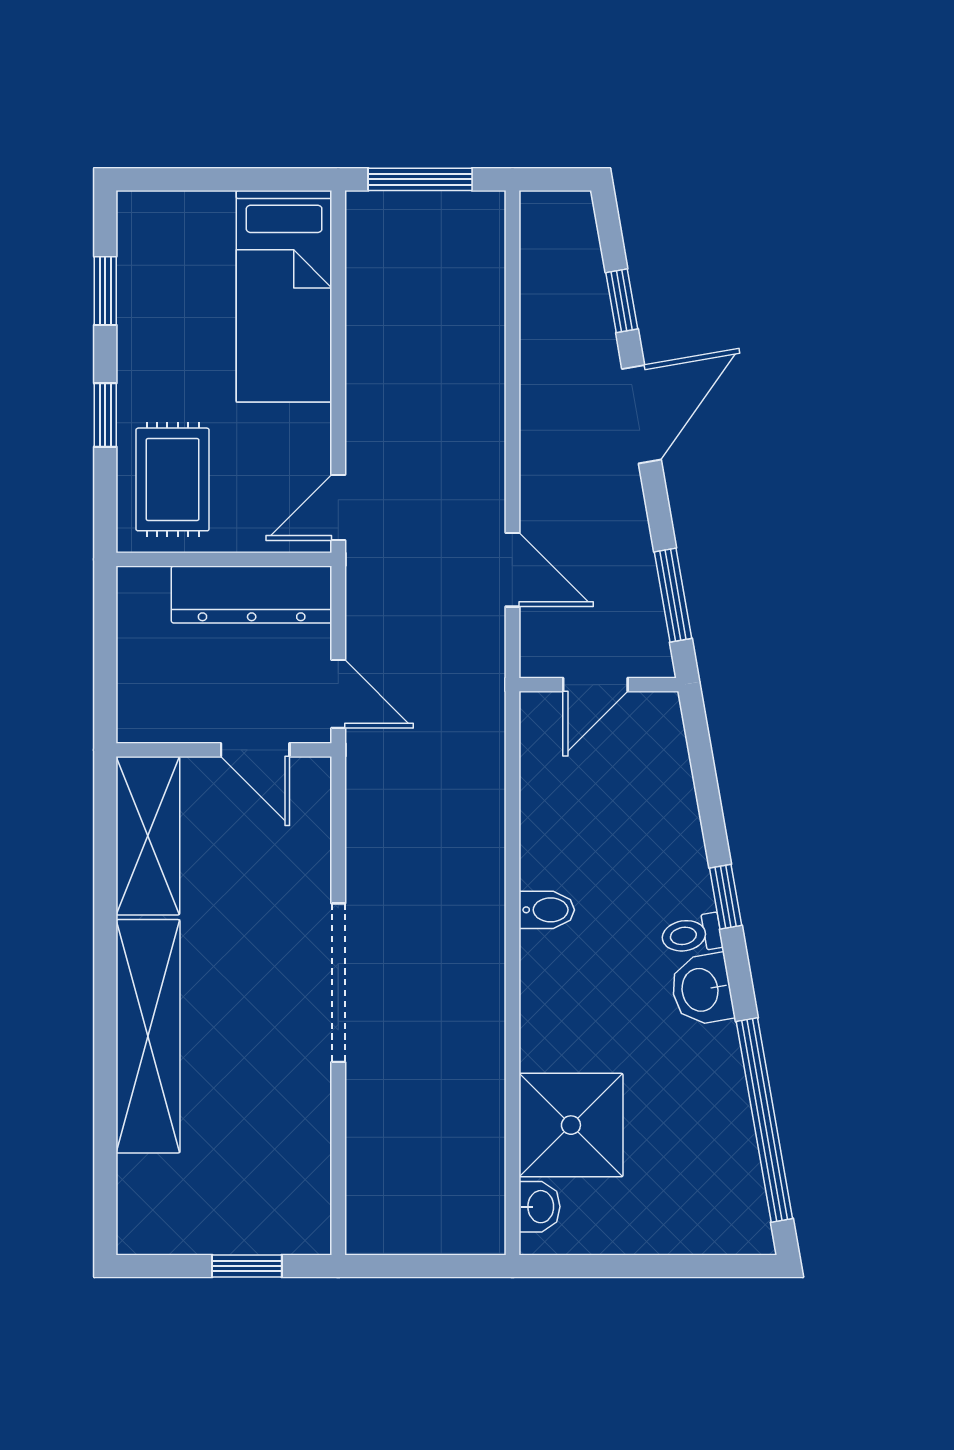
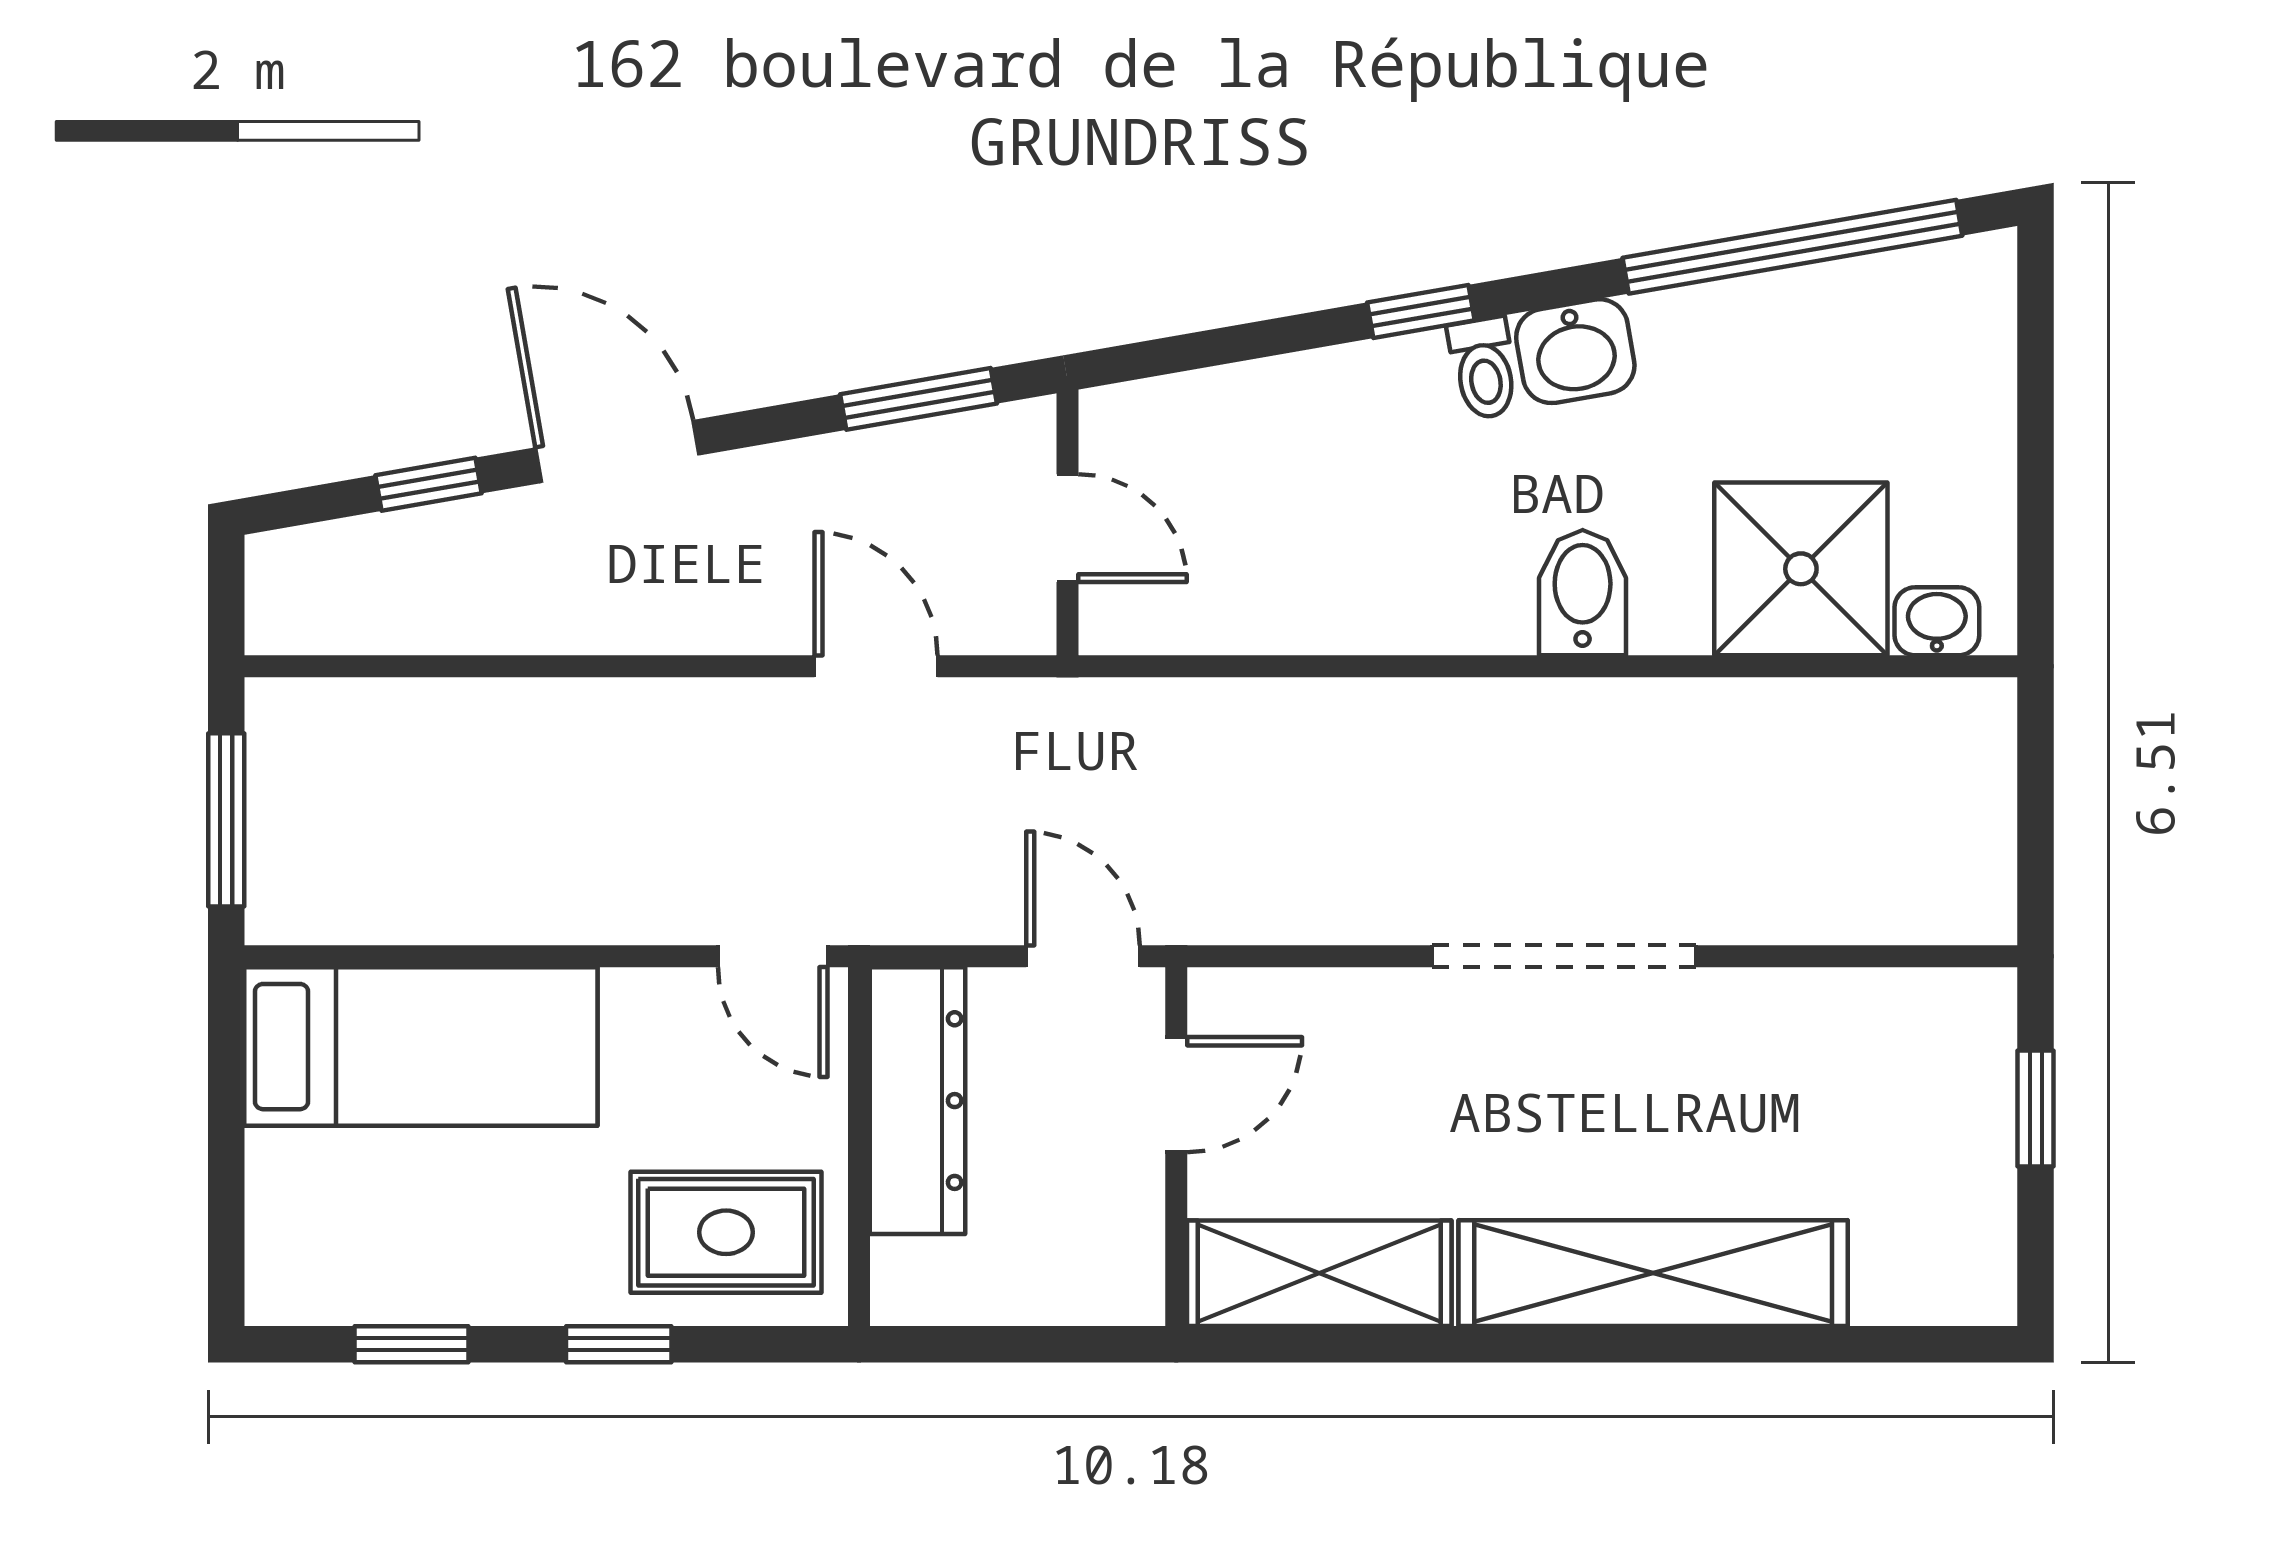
door: (512, 570) -> (876, 666), hinge flipped
door: (338, 694) -> (1083, 956), hinge flipped
bidet: (547, 910) -> (1583, 593), moved, width x1.38, depth x1.36

